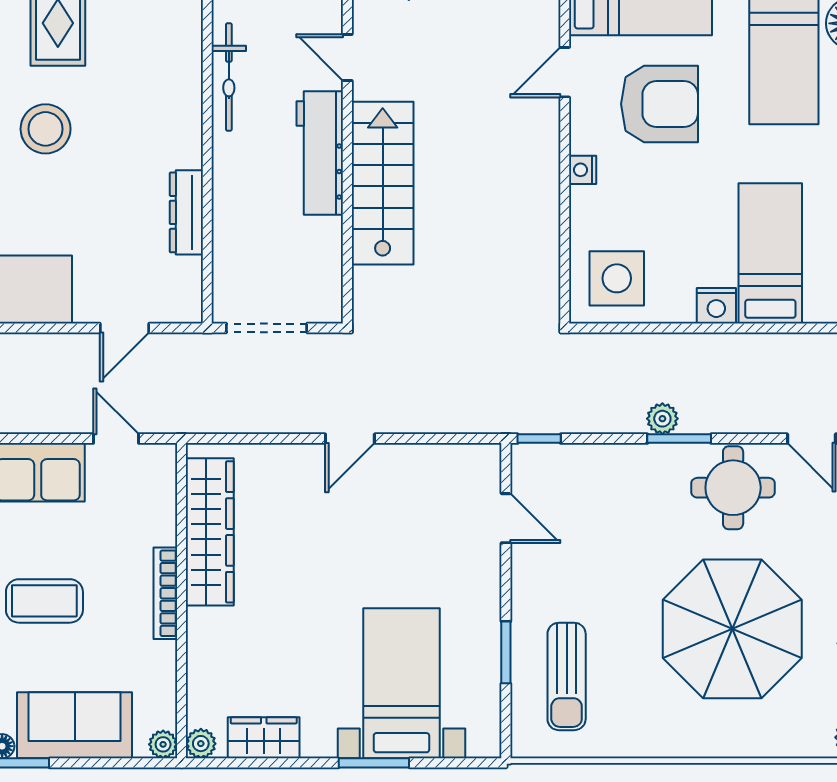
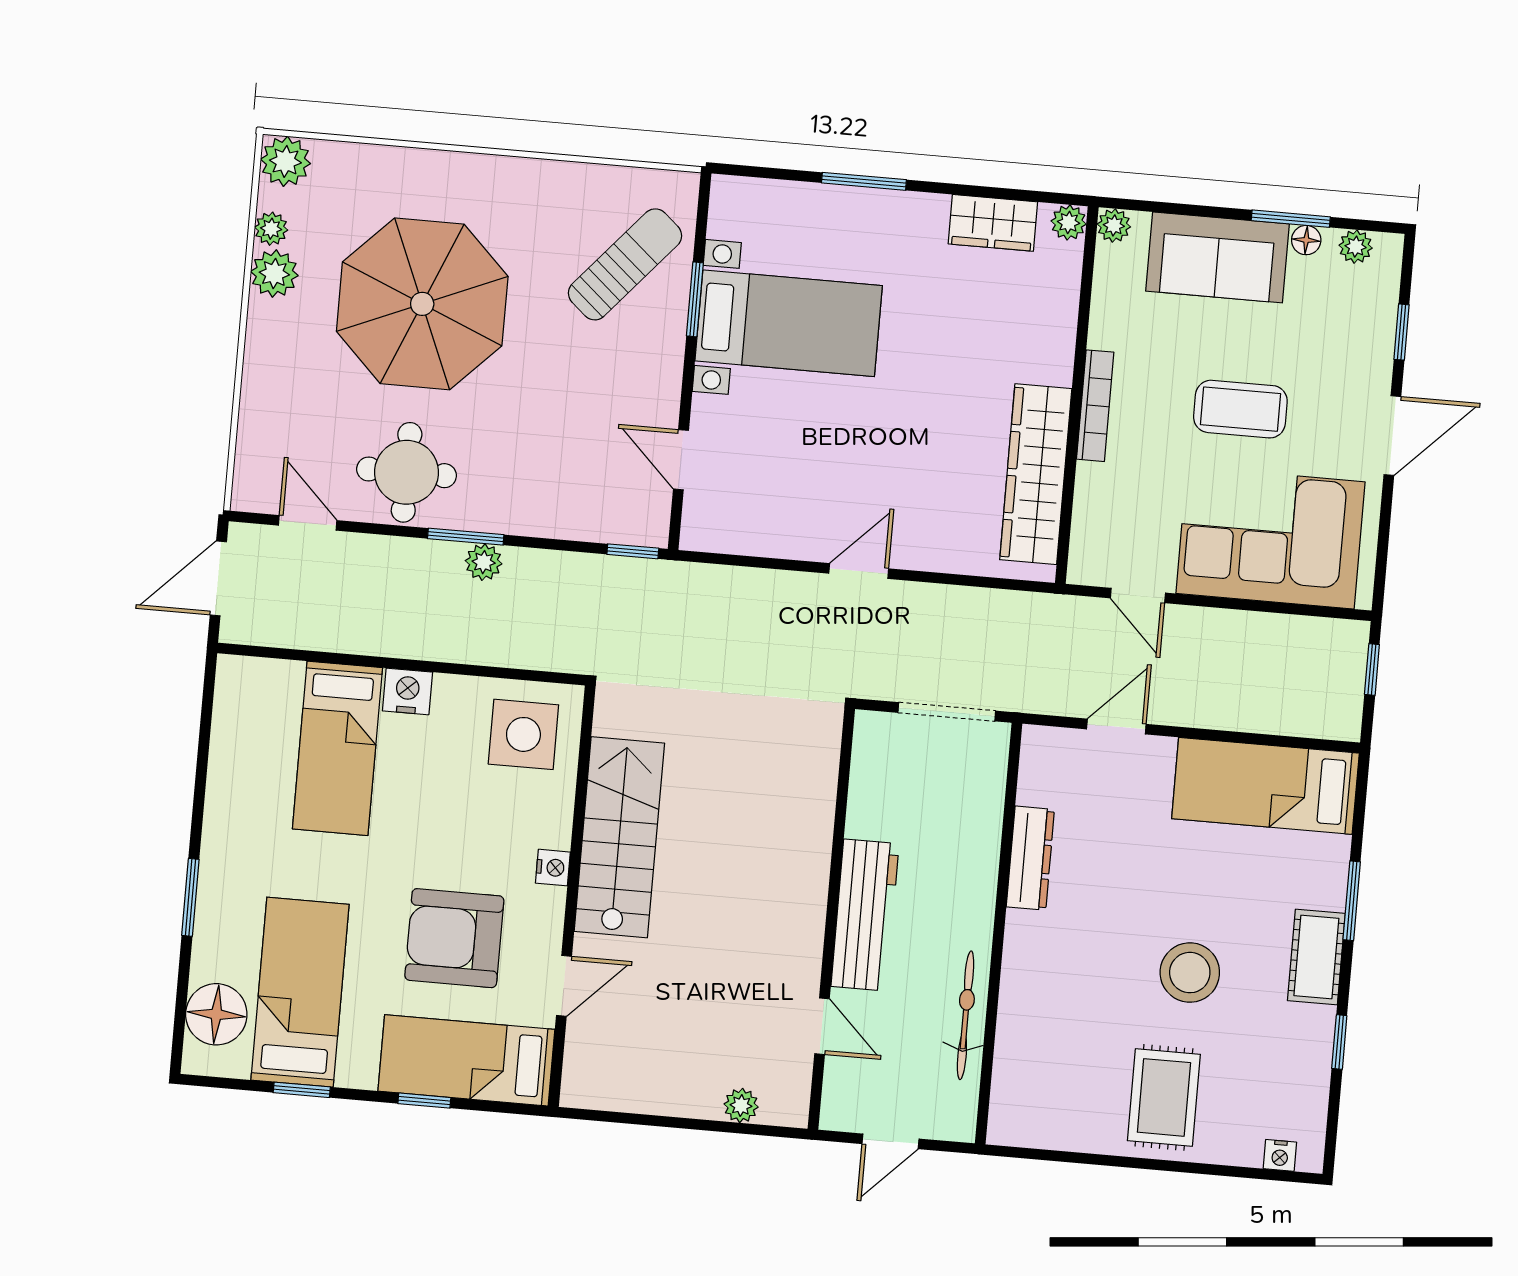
stairs: (383, 183) -> (619, 837), moved, turned 180
sun lounger: (567, 676) -> (625, 264), turned 41
bed with nightstands: (401, 683) -> (789, 323), moved, turned -90

